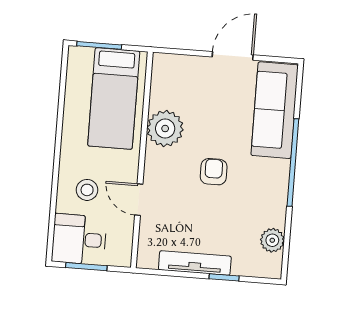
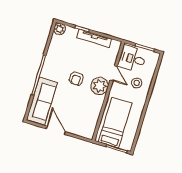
door: (233, 56) -> (56, 130), swing flipped
plant: (165, 129) -> (100, 86), moved
desk: (79, 239) -> (132, 59), moved, turned 180
plant: (272, 240) -> (60, 29), moved

